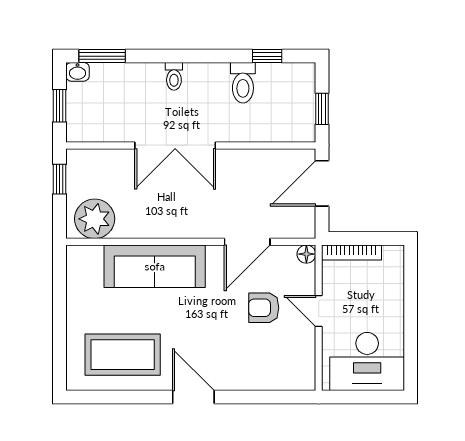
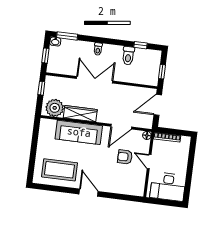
double door: (175, 145) -> (95, 80), swing flipped
wardrobe: (153, 225) -> (80, 114), added

